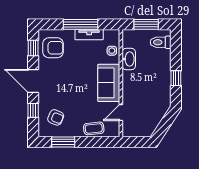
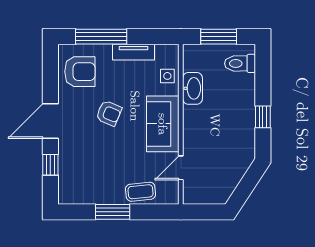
window: (80, 24) -> (101, 37), moved
window: (33, 48) -> (50, 72), removed
door: (33, 81) -> (50, 121), hinge flipped
armchair: (56, 117) -> (109, 113), moved
window: (63, 142) -> (113, 212), moved

